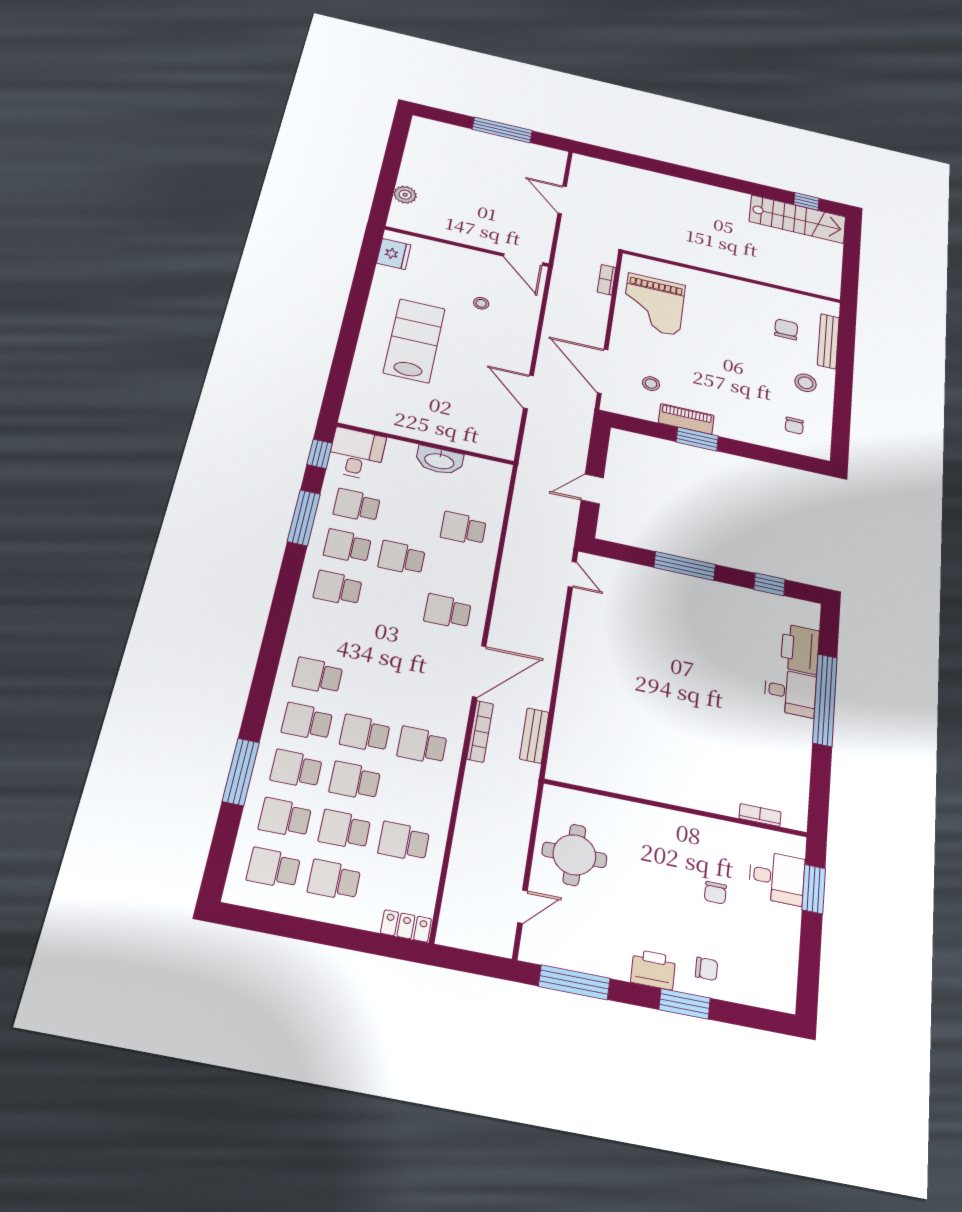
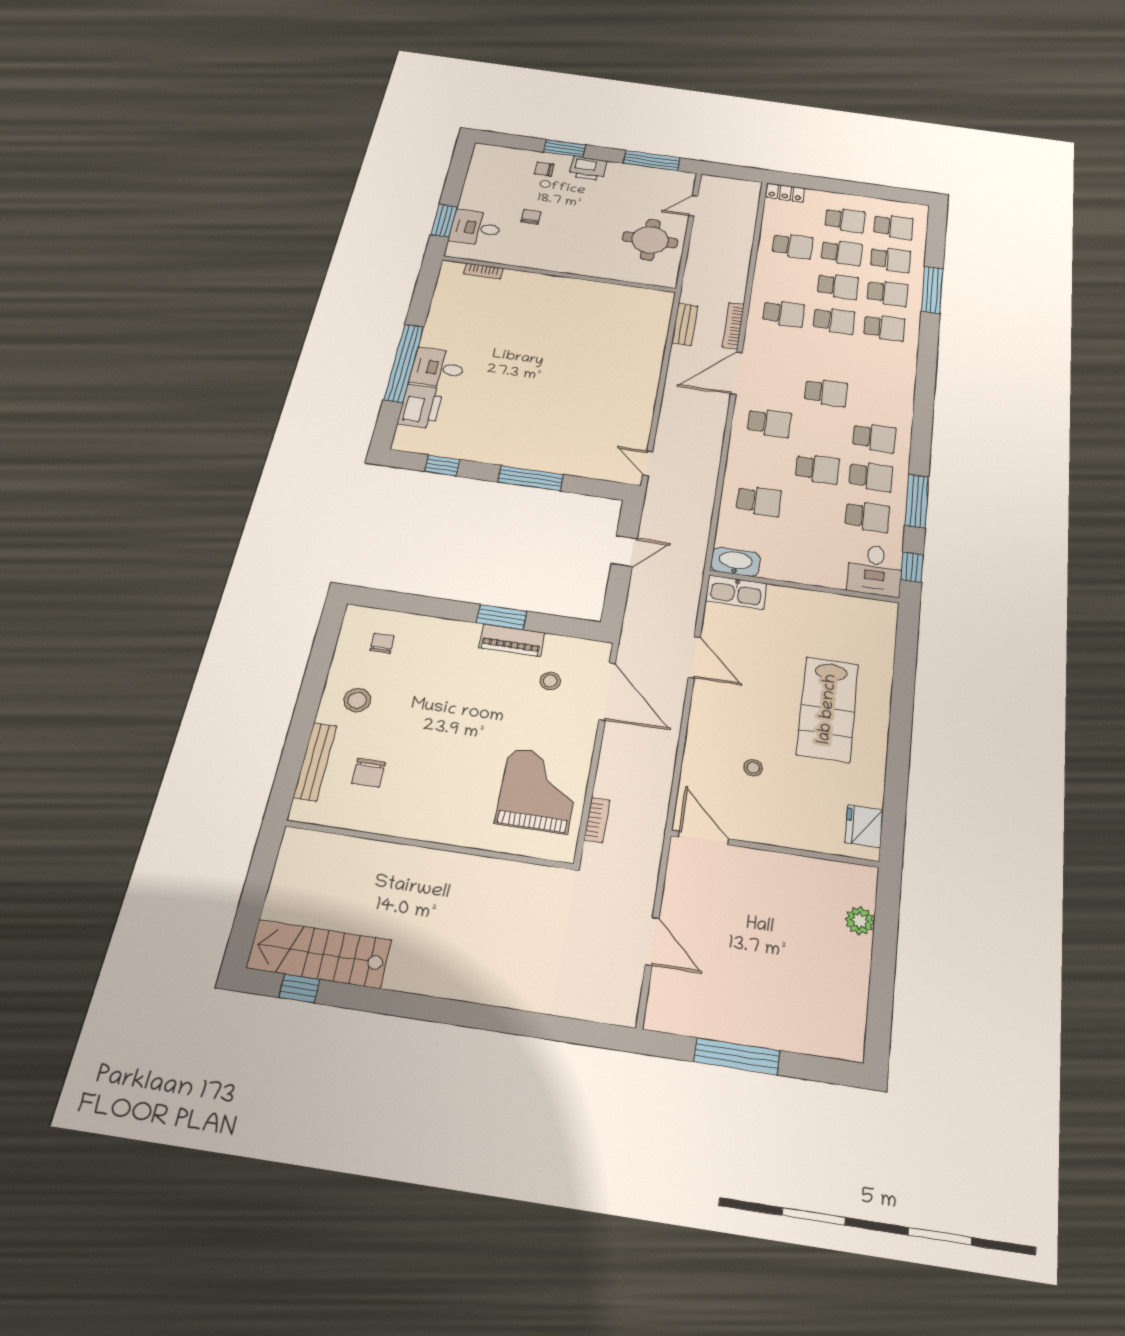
kitchen sink: (489, 444) -> (736, 592), added
washbasin: (439, 461) -> (735, 562), moved
school desk: (318, 676) -> (826, 393), moved

